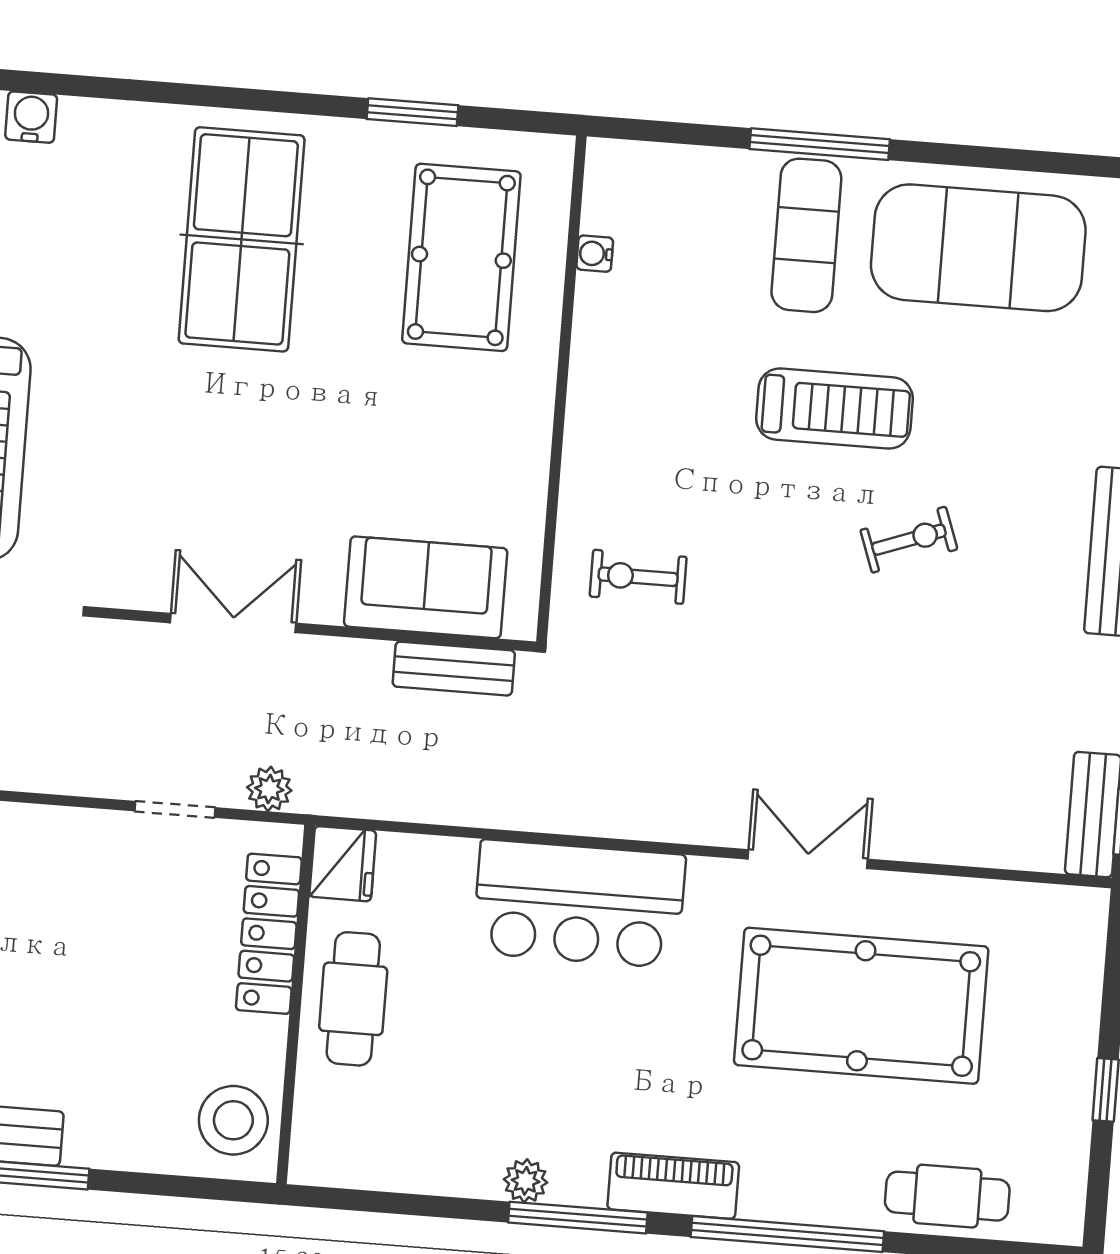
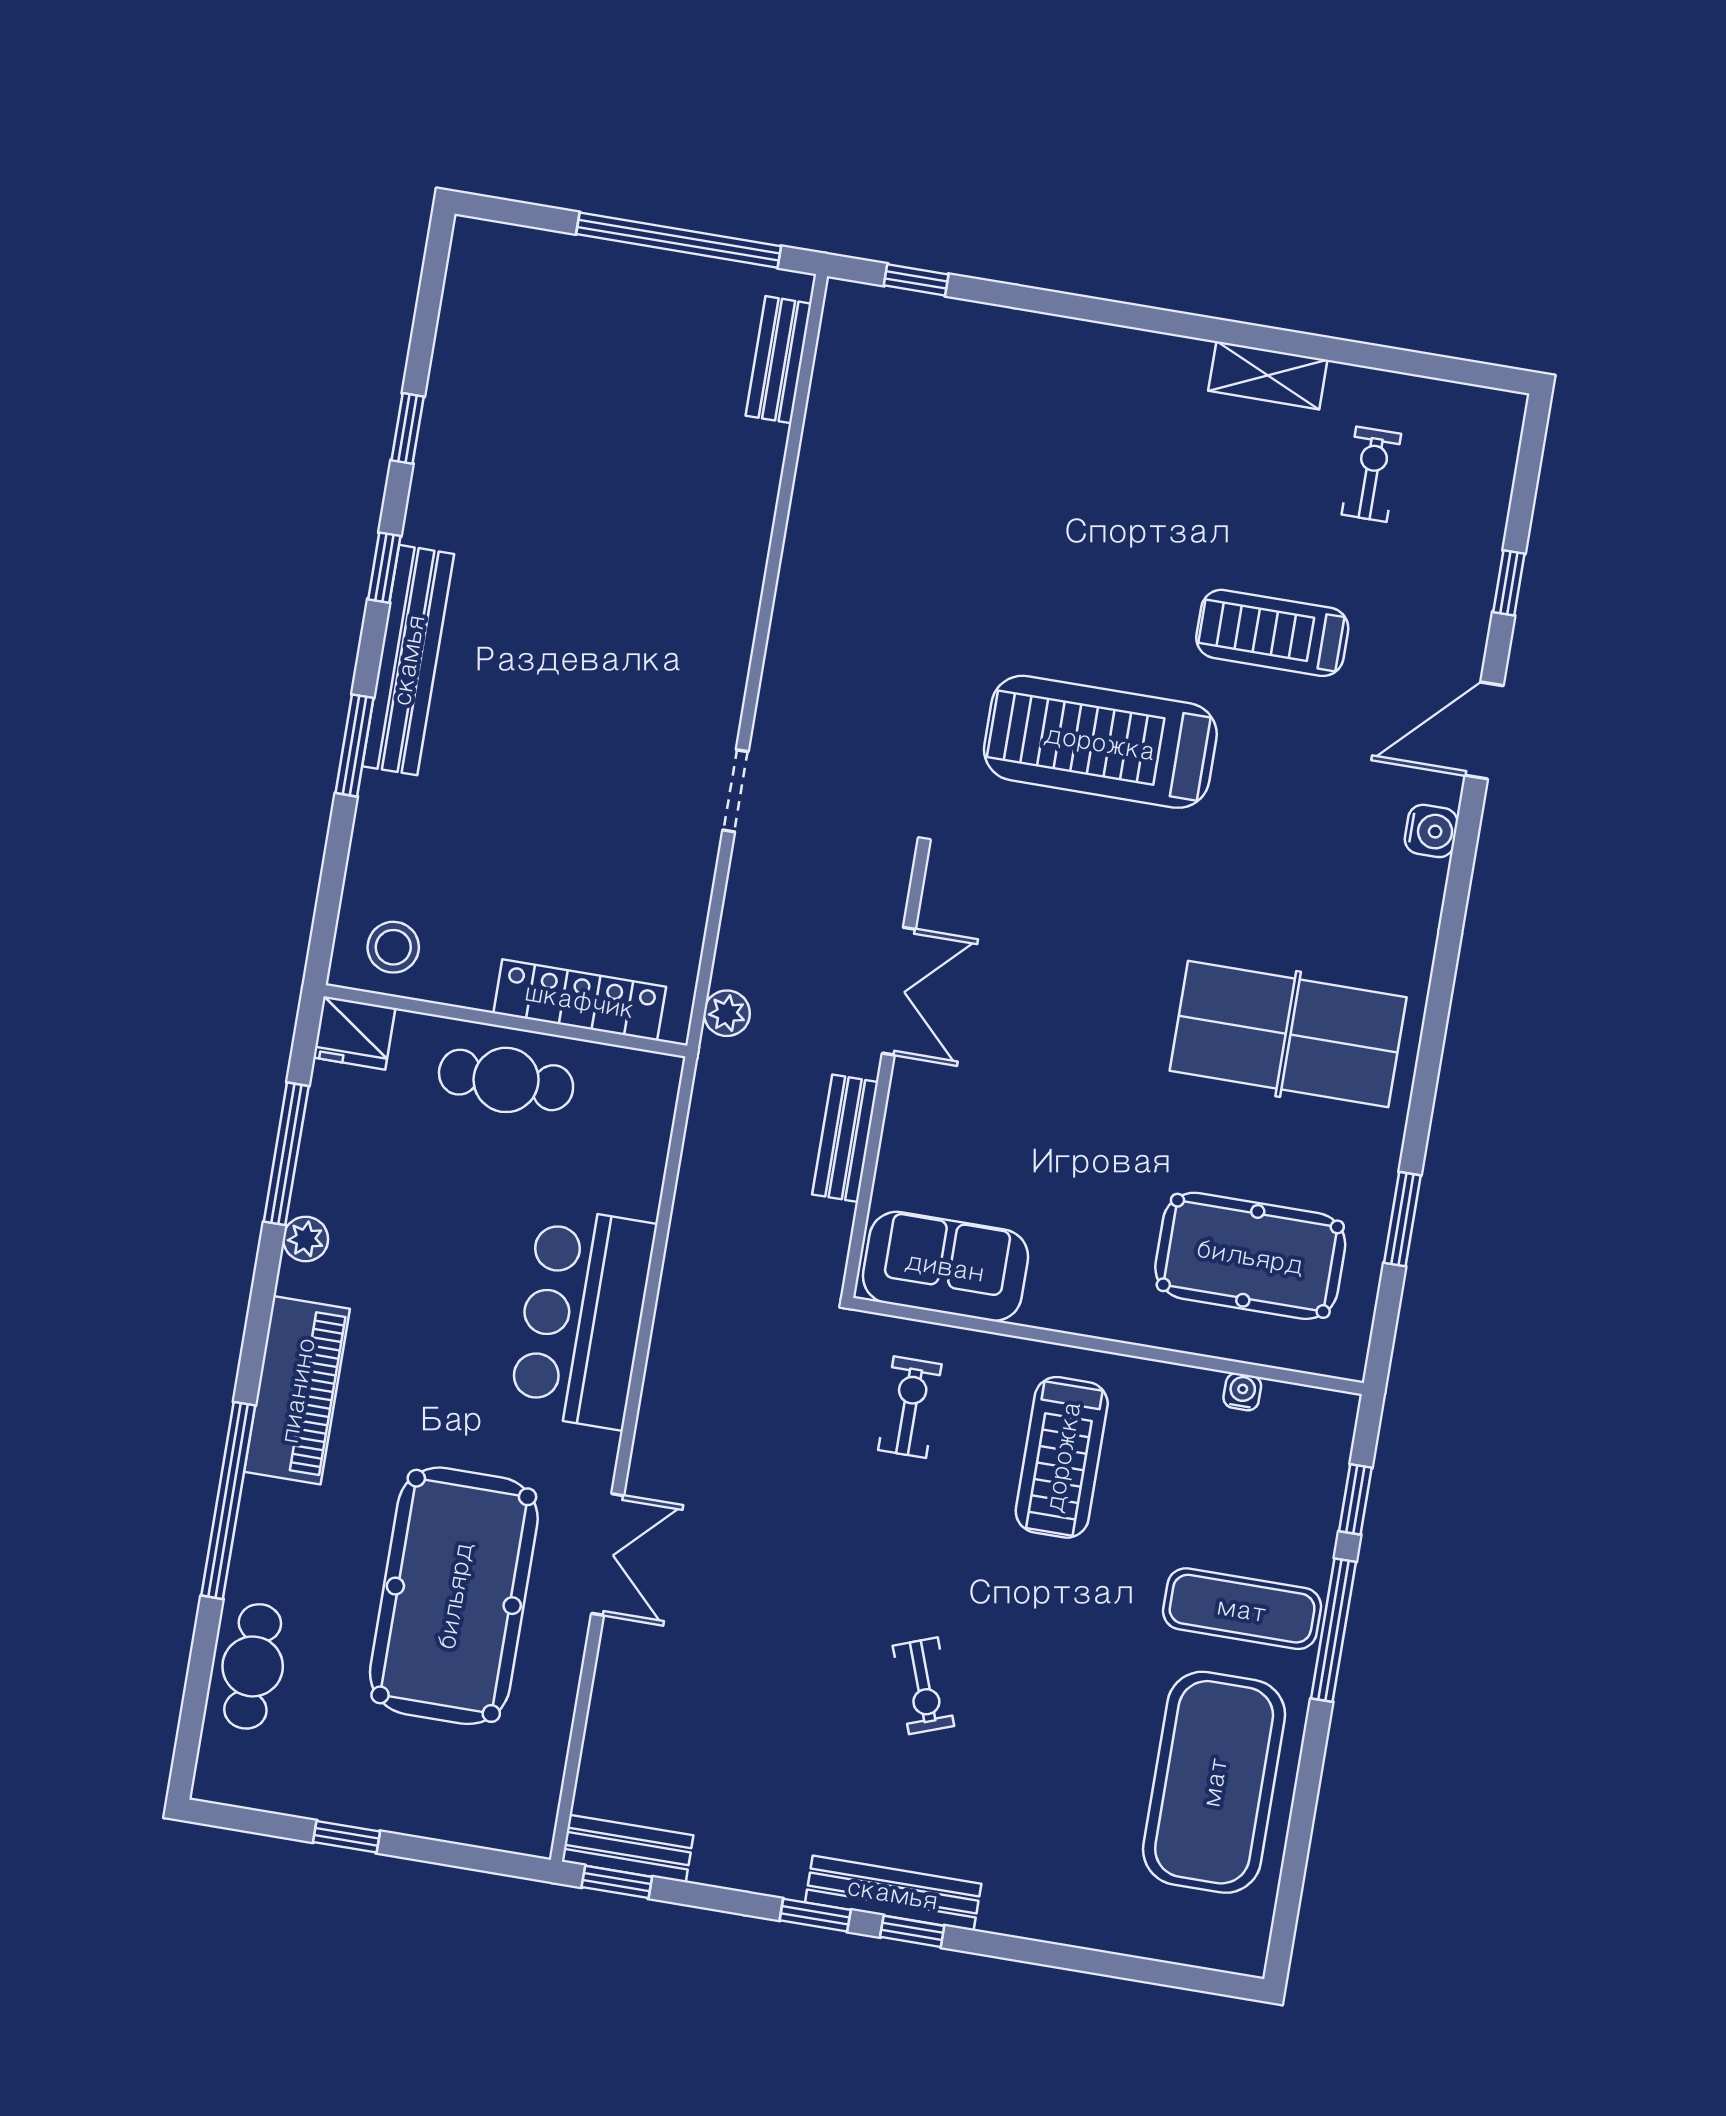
window: (690, 134) -> (1355, 1499), added
treadmill: (834, 408) -> (1062, 1457), moved
sofa: (426, 587) -> (945, 1266), moved, turned -90
bench: (454, 669) -> (845, 1138), moved
doorway: (175, 809) -> (735, 791), moved
fridge: (343, 864) -> (354, 1033), moved
stool: (233, 1120) -> (393, 947), width x0.73, depth x0.73
piano: (673, 1186) -> (297, 1390), width x1.37, depth x1.33
window: (578, 1218) -> (286, 1154), moved

